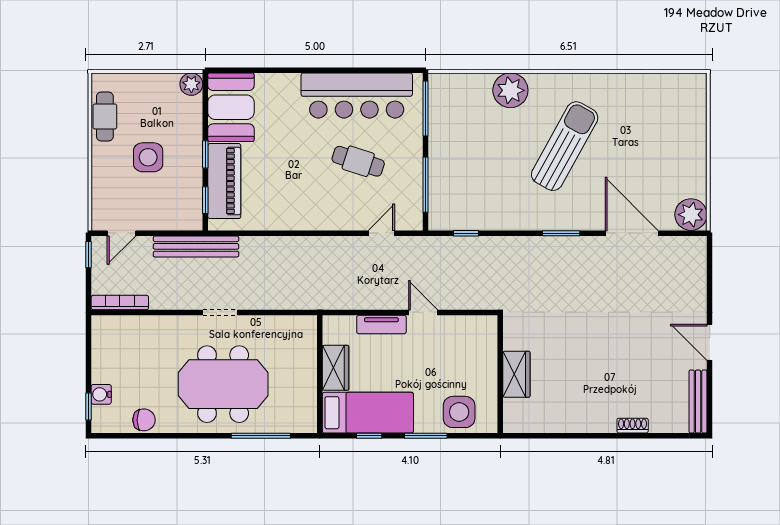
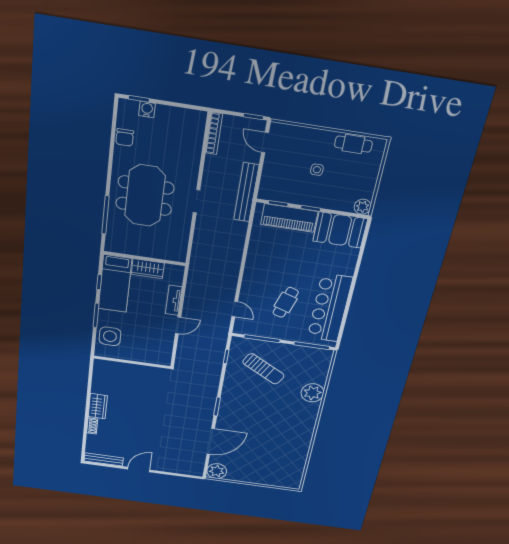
sun lounger: (565, 146) -> (263, 369), moved, width x0.73, depth x0.75
side table: (148, 157) -> (317, 170), width x0.54, depth x0.54
wardrobe: (516, 374) -> (98, 406), moved, turned -90

